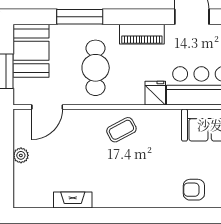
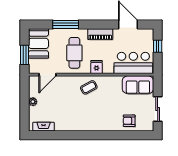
fridge: (155, 93) -> (97, 67), moved
fireplace: (73, 200) -> (44, 127), moved

